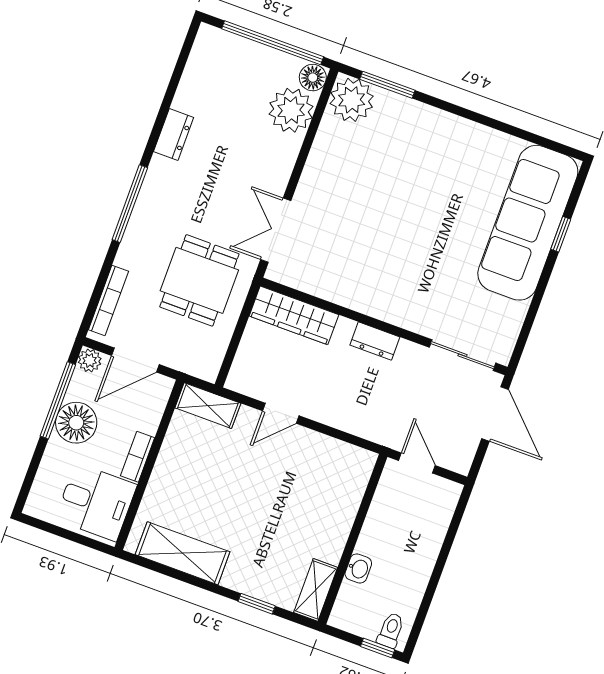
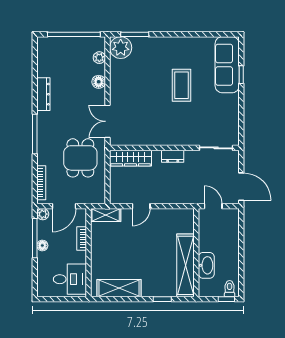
floor lamp: (313, 78) -> (99, 82), moved
plant: (291, 110) -> (99, 58), width x0.53, depth x0.53
dresser: (174, 135) -> (43, 94), width x1.44
coffee table: (441, 213) -> (181, 85), added
sofa: (528, 223) -> (227, 65), width x0.74, depth x0.79
door: (495, 414) -> (241, 187), moved
floor lamp: (76, 423) -> (42, 245), width x0.53, depth x0.53
bookcase: (138, 457) -> (82, 239), moved
washbasin: (358, 569) -> (206, 265), width x1.91, depth x1.45
shelving: (316, 590) -> (185, 265), width x2.20, depth x1.33

